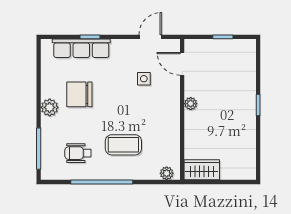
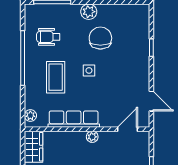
row of seats: (81, 48) -> (74, 119), moved, turned 90
side table: (144, 79) -> (89, 70), moved
wheelchair: (78, 153) -> (48, 37), turned -90

